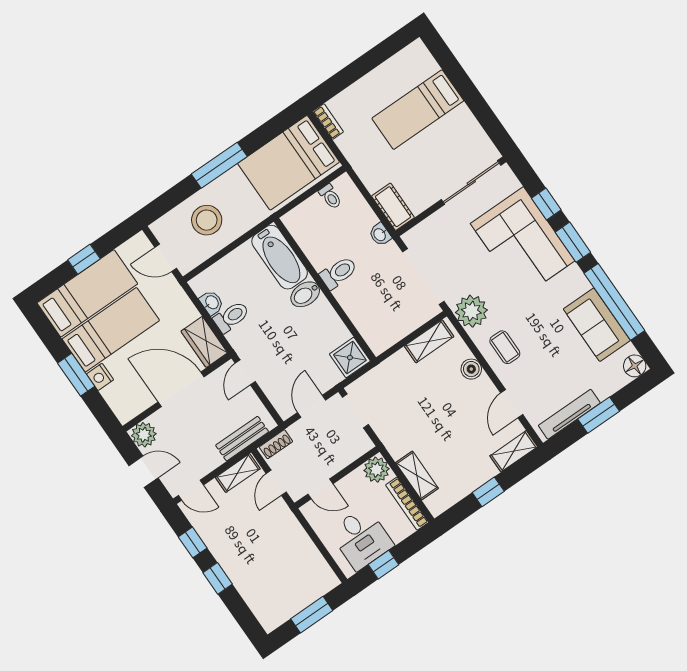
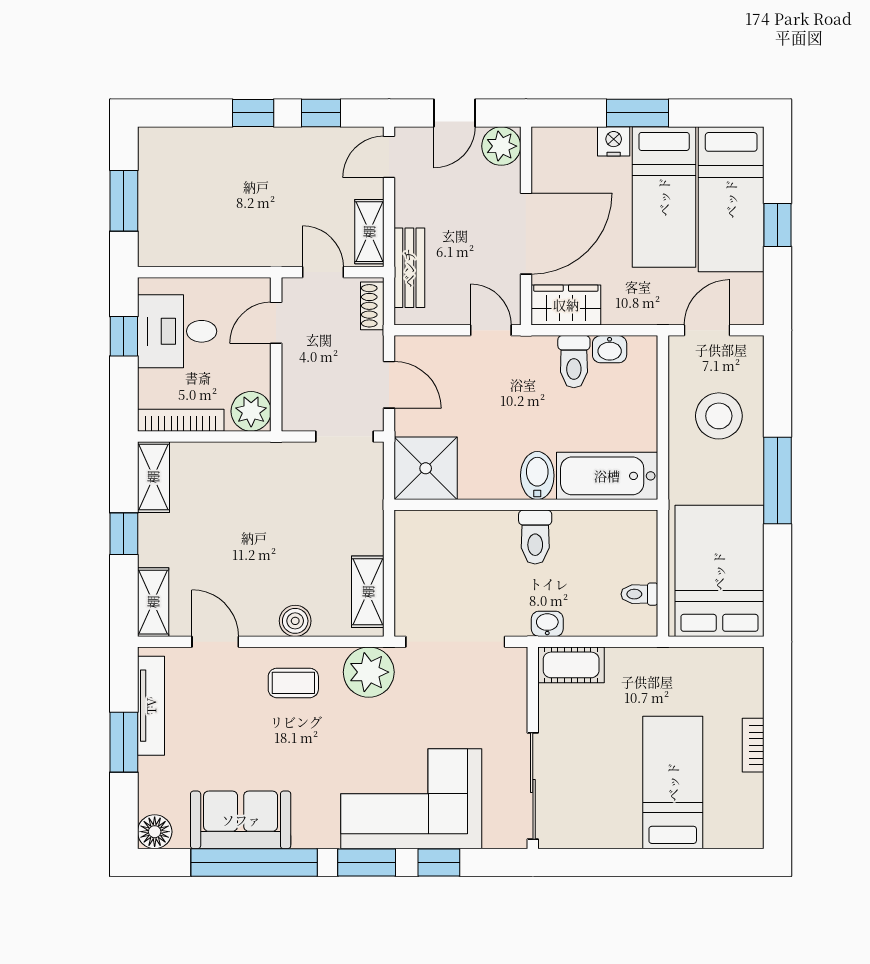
bookcase: (328, 122) -> (753, 745), moved, turned 90
shower: (350, 358) -> (426, 468), width x1.36, depth x1.36
shelving: (417, 476) -> (153, 477), moved, turned 90

